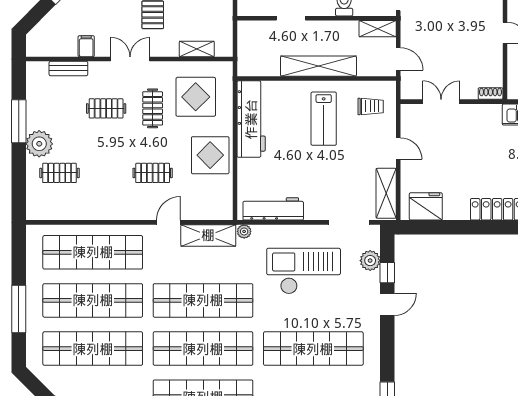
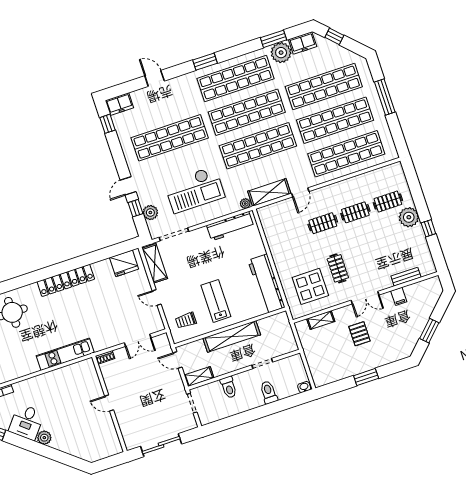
clothes rail: (106, 108) -> (355, 212), moved
window: (19, 121) -> (428, 228), width x0.46
display table: (210, 155) -> (287, 249), removed

